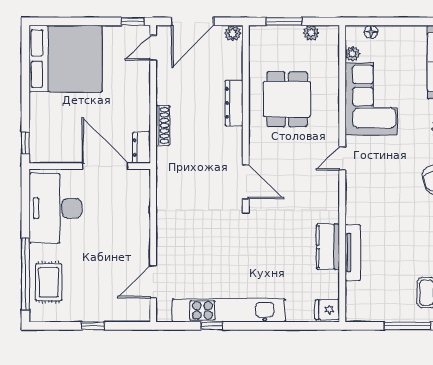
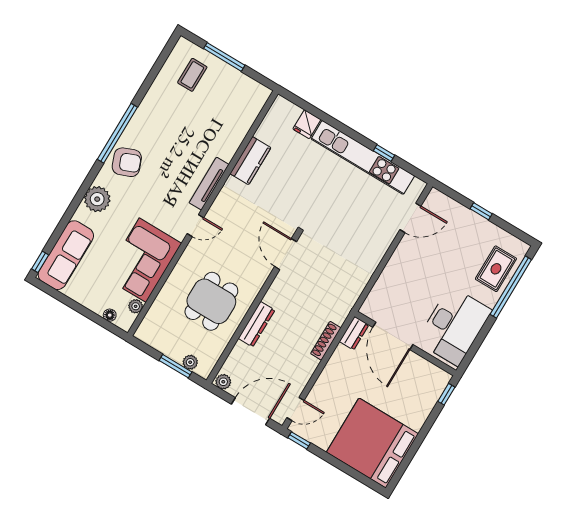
plant: (311, 33) -> (190, 362), moved
tv unit: (353, 252) -> (209, 184), moved
fridge: (327, 310) -> (307, 124), moved, turned 90

